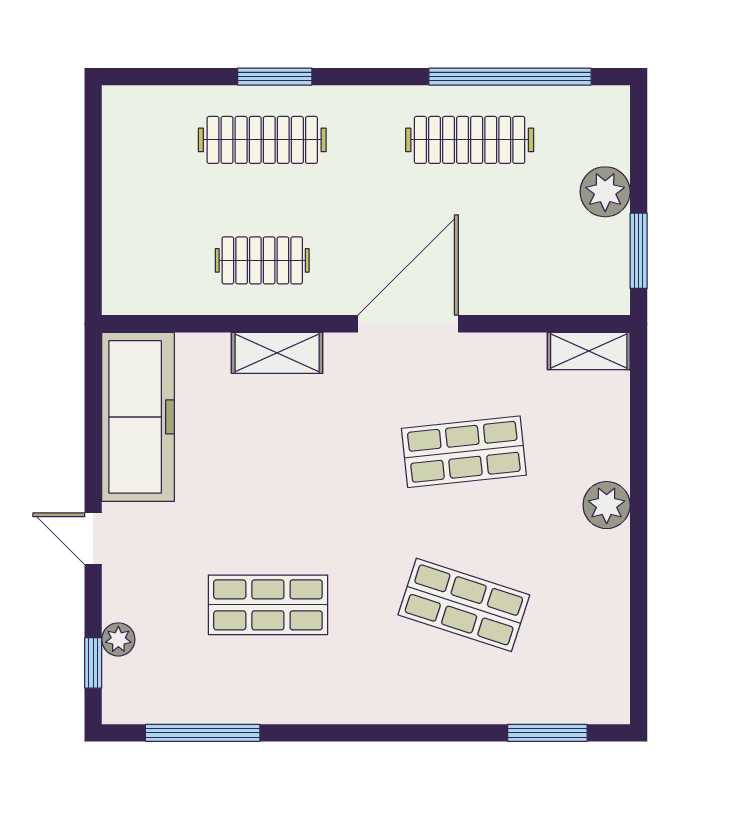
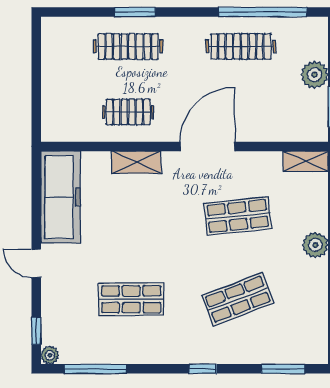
shop shelf: (464, 605) -> (238, 299), turned -39
plant: (118, 639) -> (50, 355), moved
window: (400, 733) -> (203, 369), added

